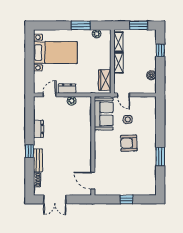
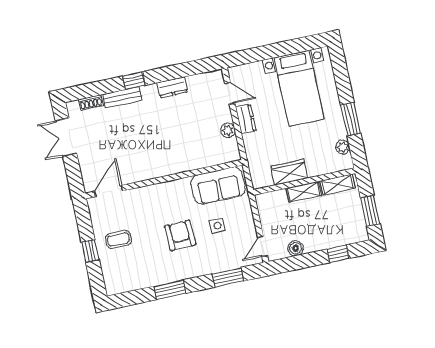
wardrobe: (105, 80) -> (289, 172), moved
door: (124, 95) -> (263, 247), moved
window: (160, 120) -> (228, 277), added
coffee table: (123, 181) -> (118, 239), added

